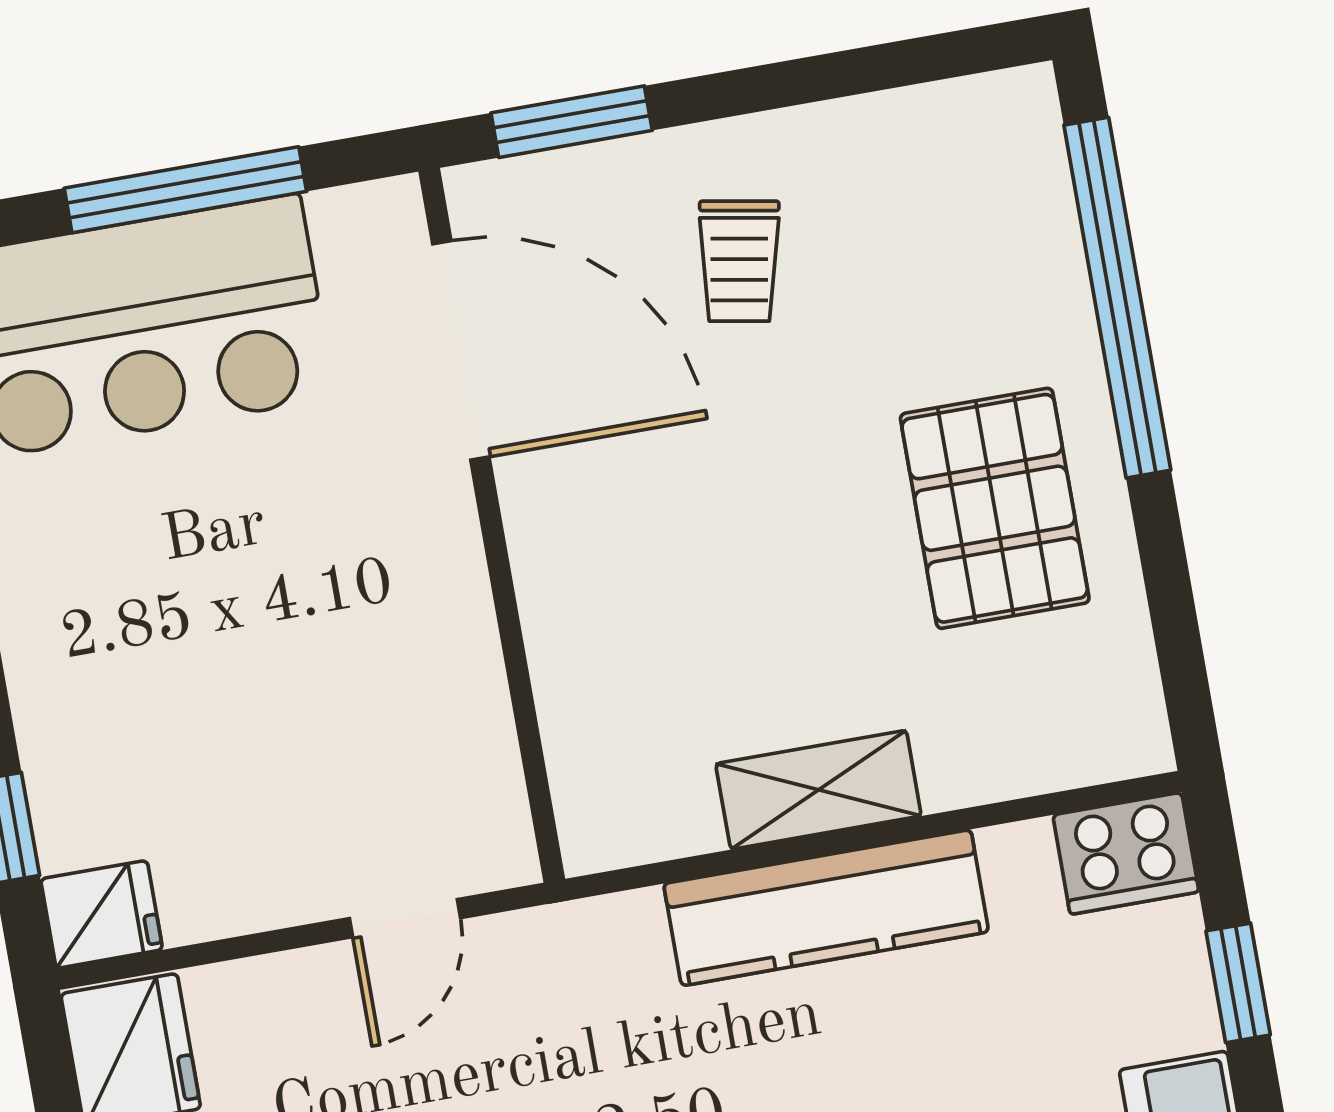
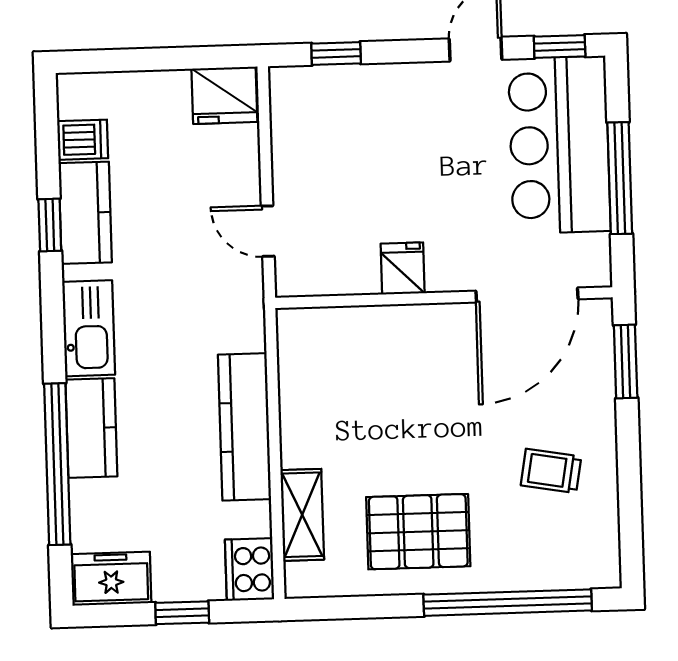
trolley: (739, 261) -> (551, 471), moved
shelving: (818, 790) -> (302, 515), moved
fridge: (102, 914) -> (403, 268), moved, turned 180

